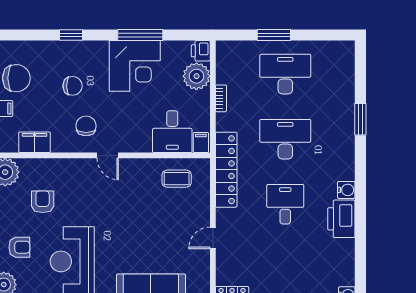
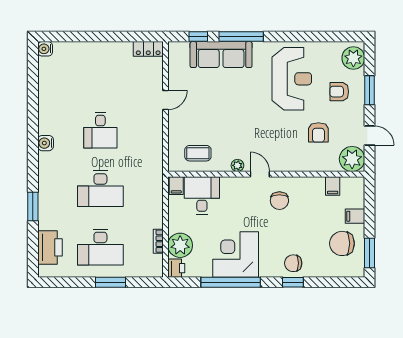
window: (140, 35) -> (231, 282), width x1.46
chair: (73, 86) -> (293, 263), moved
bookcase: (221, 98) -> (158, 241), moved
filing cabinet: (35, 142) -> (333, 186), width x0.50
plant: (133, 165) -> (237, 165), added
locker: (226, 170) -> (153, 161), removed
printer: (341, 219) -> (50, 247), moved

